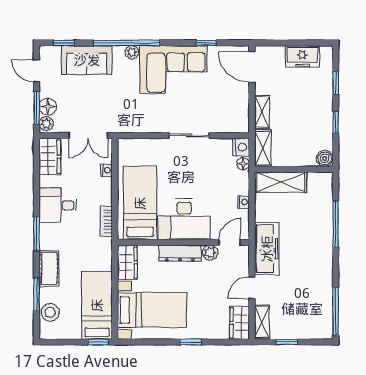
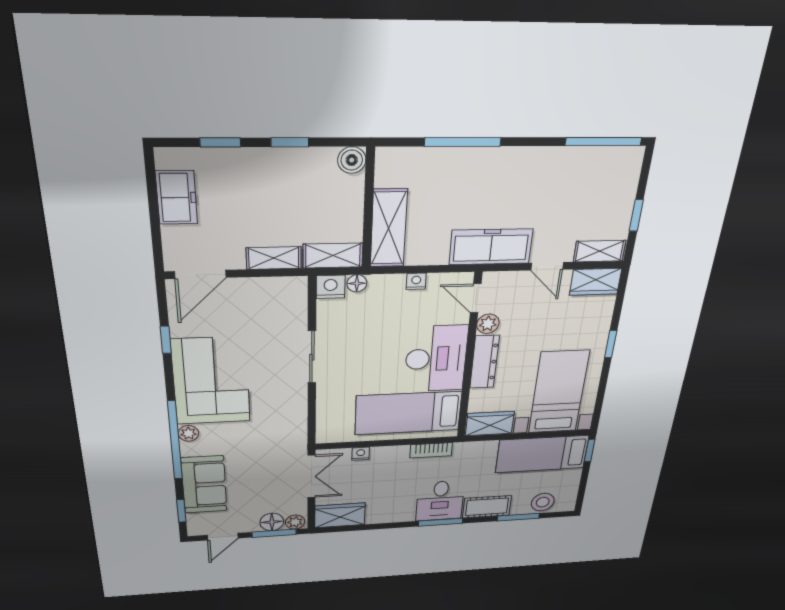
desk: (58, 205) -> (440, 501), moved

